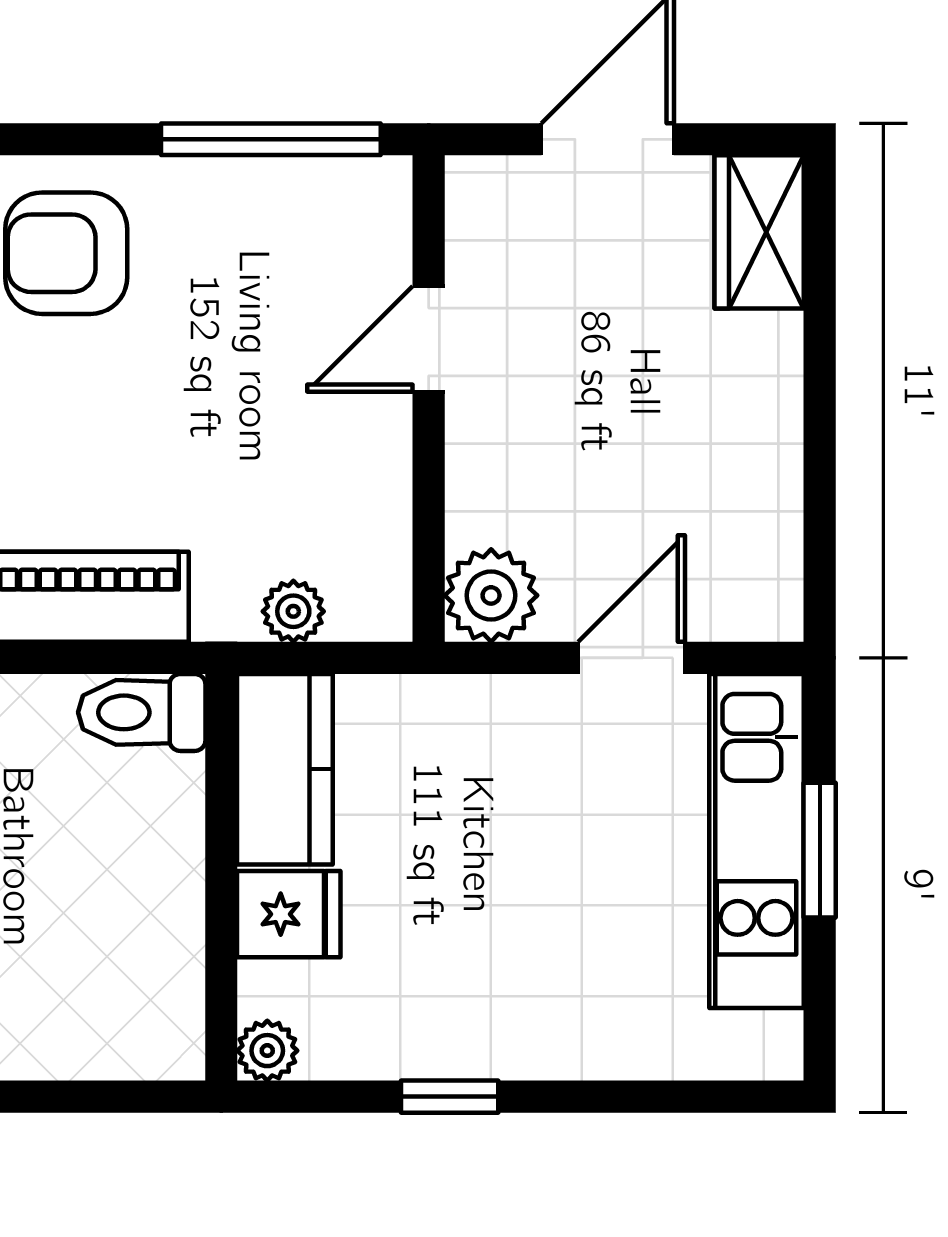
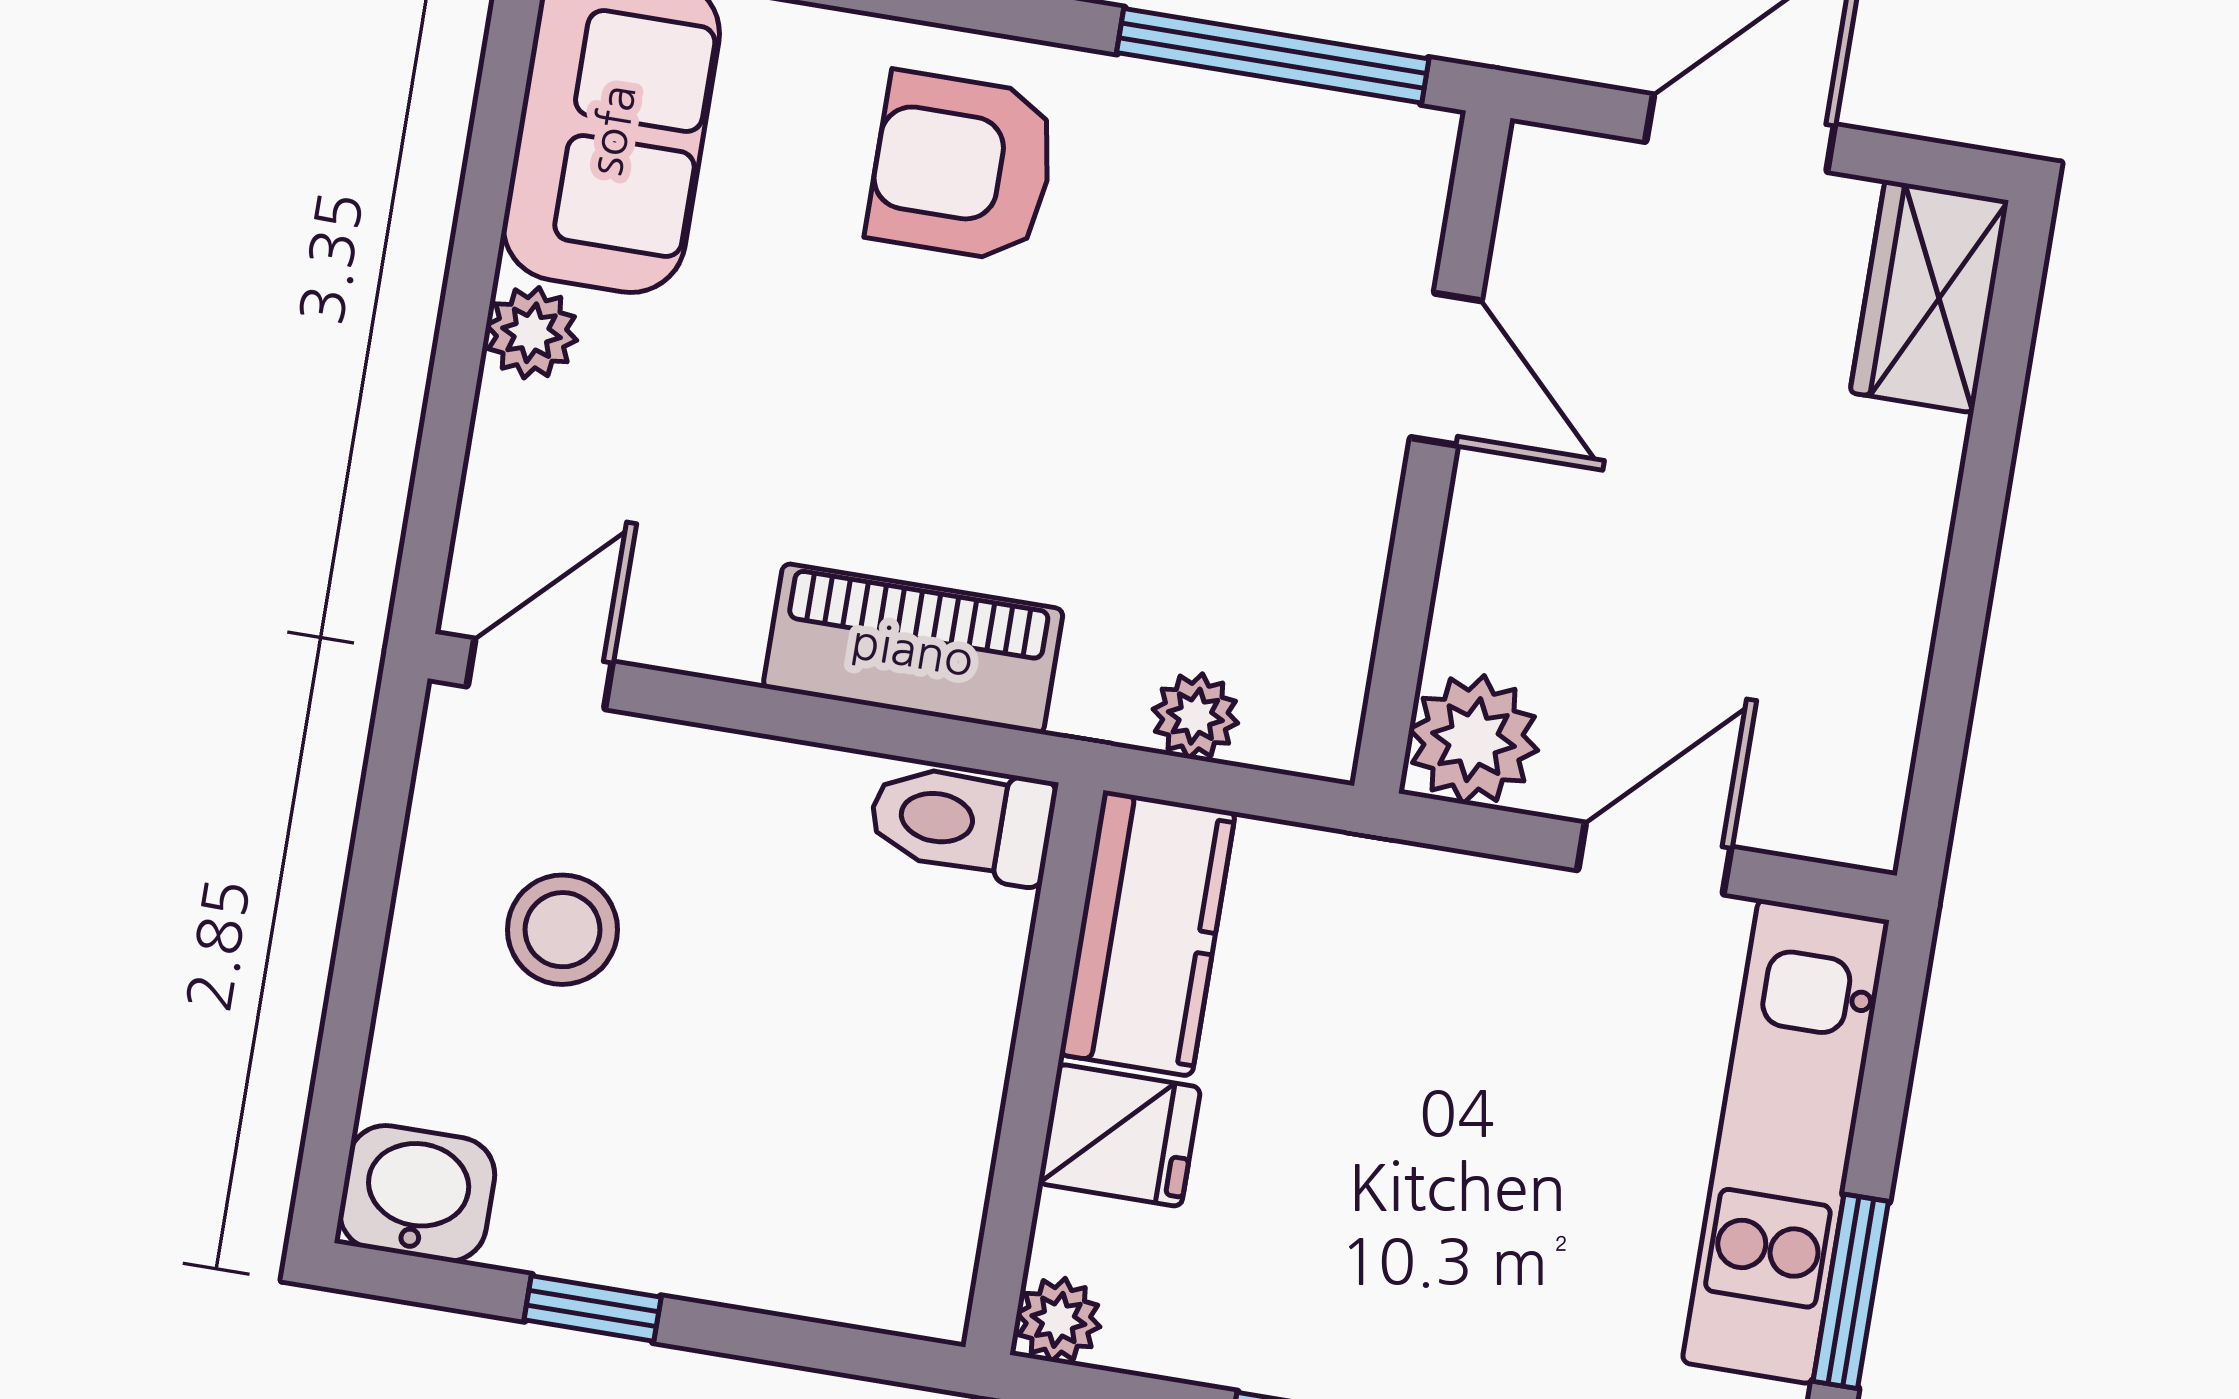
door: (429, 339) -> (1446, 369), swing flipped
window: (820, 850) -> (1851, 1291), moved

